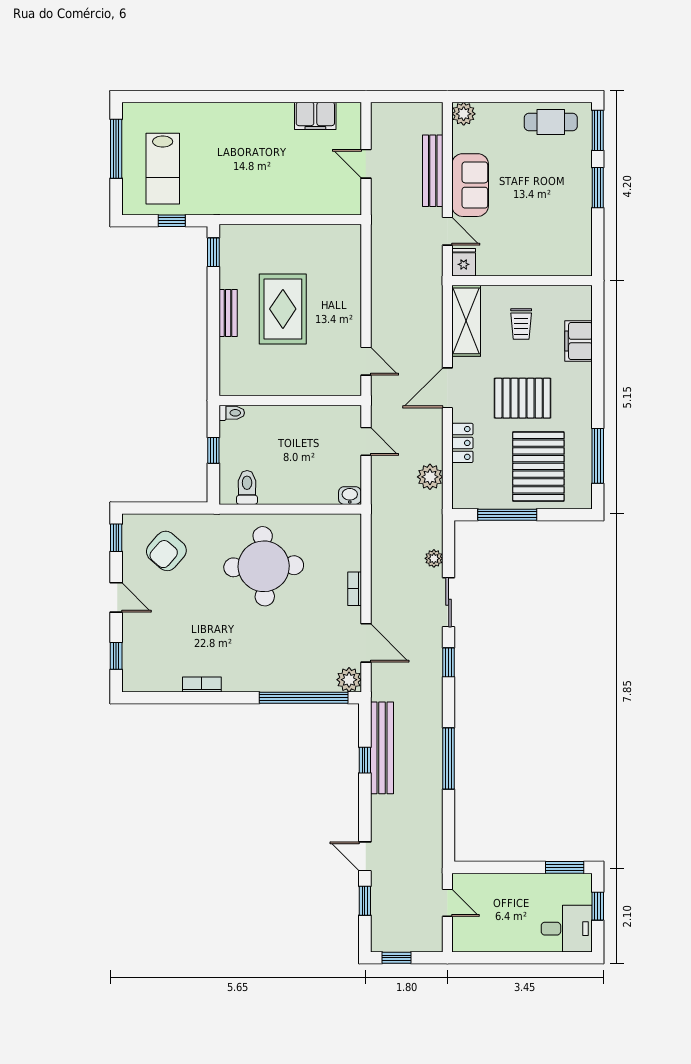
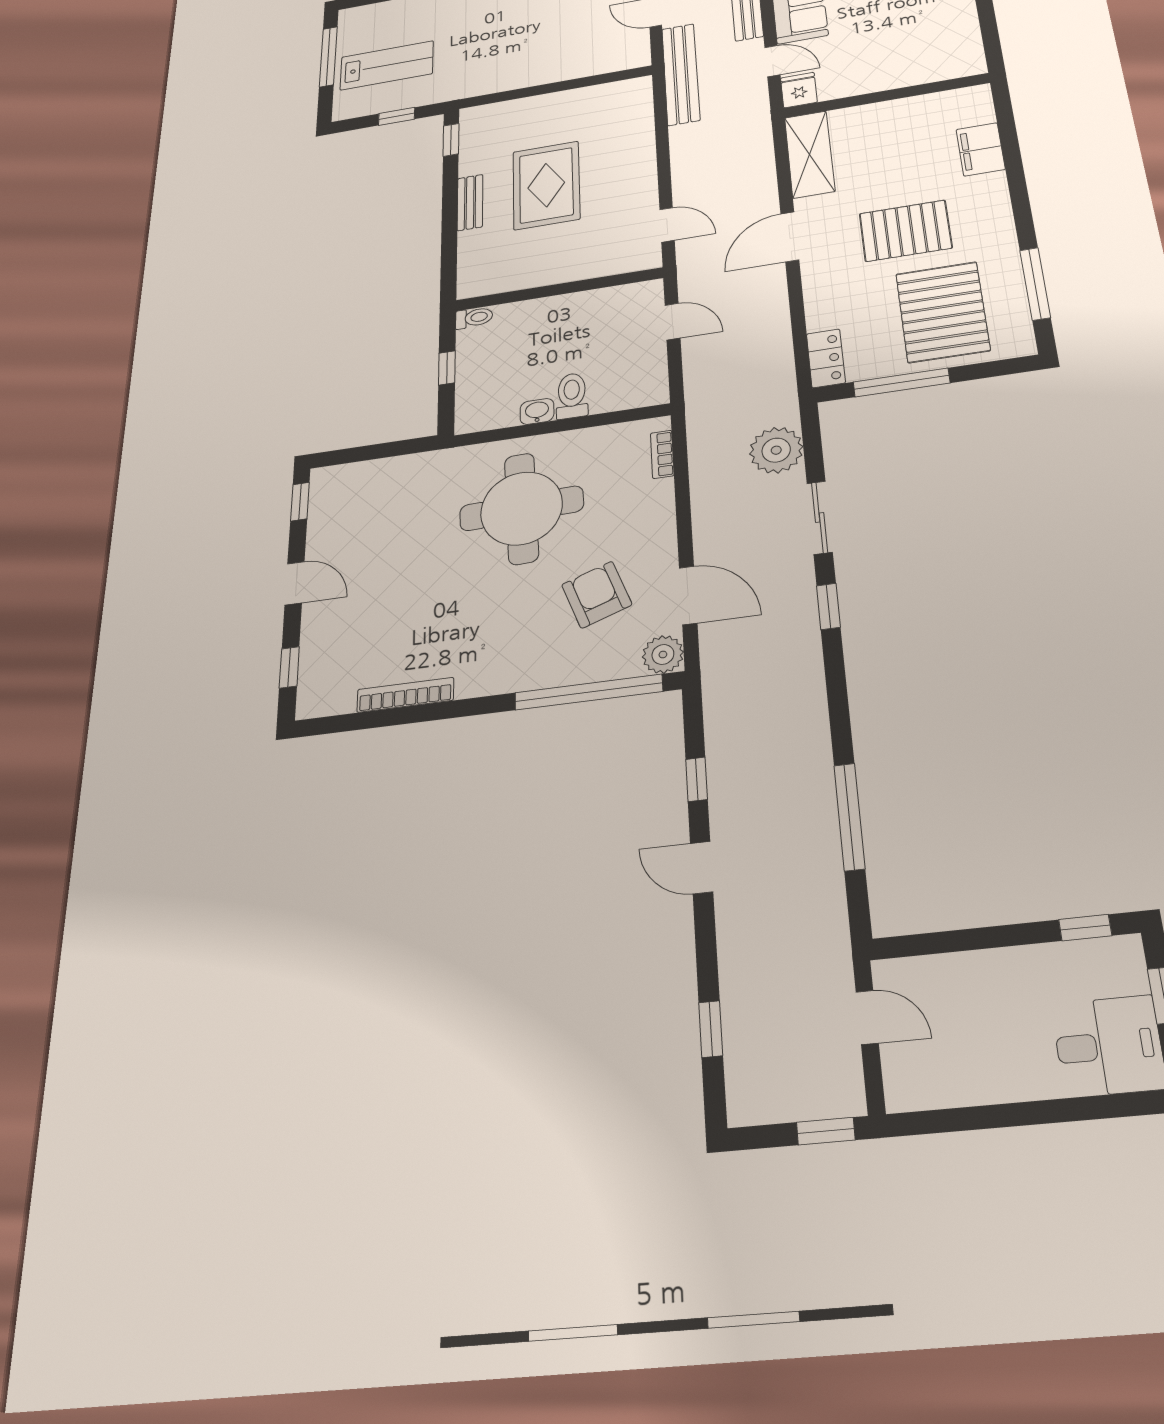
lab bench: (163, 169) -> (387, 65), turned -90
trolley: (521, 324) -> (891, 144), removed
locker: (462, 443) -> (826, 358), moved
plant: (430, 477) -> (774, 351), removed
toilet: (247, 487) -> (572, 396), moved
washbasin: (350, 496) -> (537, 411), moved
armchair: (166, 551) -> (597, 595), moved, turned 119
plant: (434, 558) -> (776, 450), width x1.87, depth x1.87
bookcase: (355, 589) -> (662, 454), moved
bookcase: (202, 684) -> (405, 695), width x1.56
bench: (382, 748) -> (681, 74), moved
window: (449, 759) -> (849, 817), moved
door: (365, 856) -> (702, 868), moved
window: (565, 867) -> (1085, 928), width x0.67
window: (397, 958) -> (826, 1131), moved

